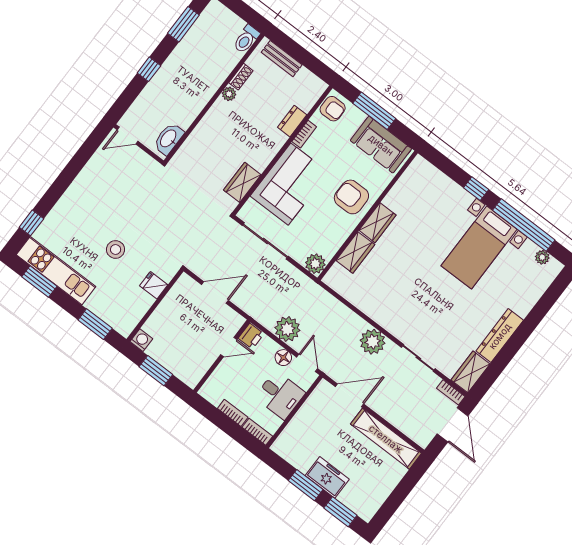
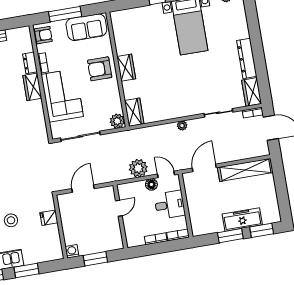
wardrobe: (242, 182) -> (32, 87), moved
wardrobe: (355, 253) -> (134, 112), moved
window: (95, 324) -> (27, 270), moved
printer: (251, 336) -> (124, 191), removed
plant: (373, 342) -> (182, 126), width x0.53, depth x0.53
freezer: (327, 477) -> (242, 219), width x1.40

